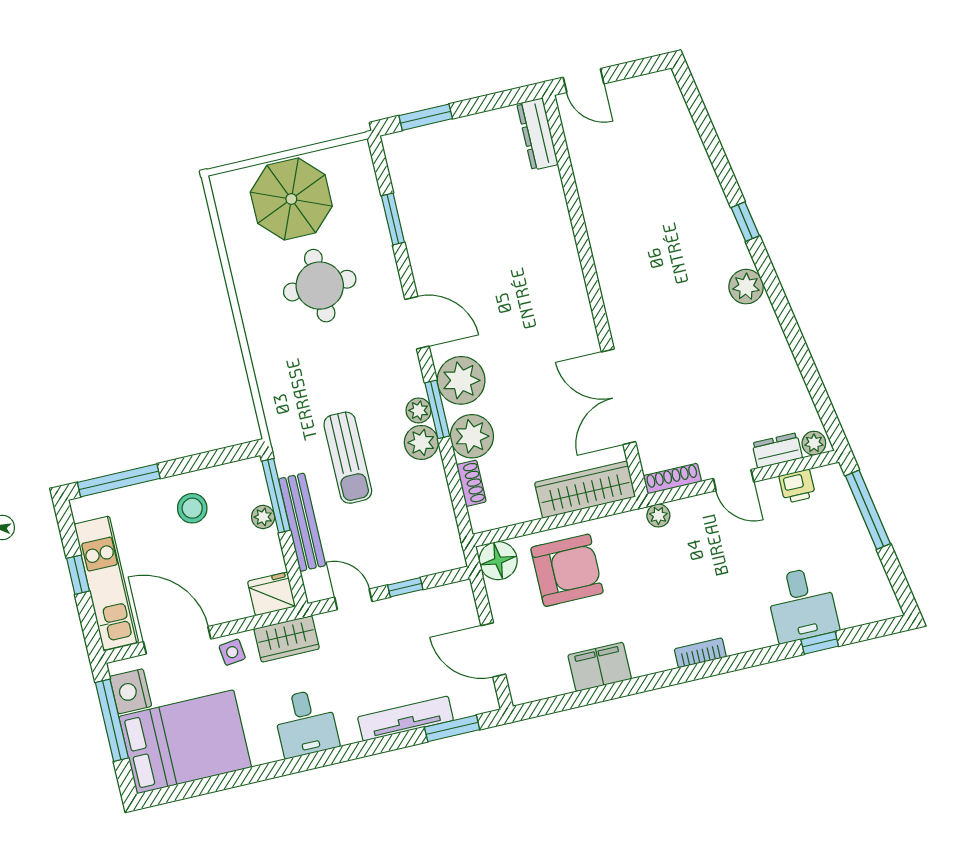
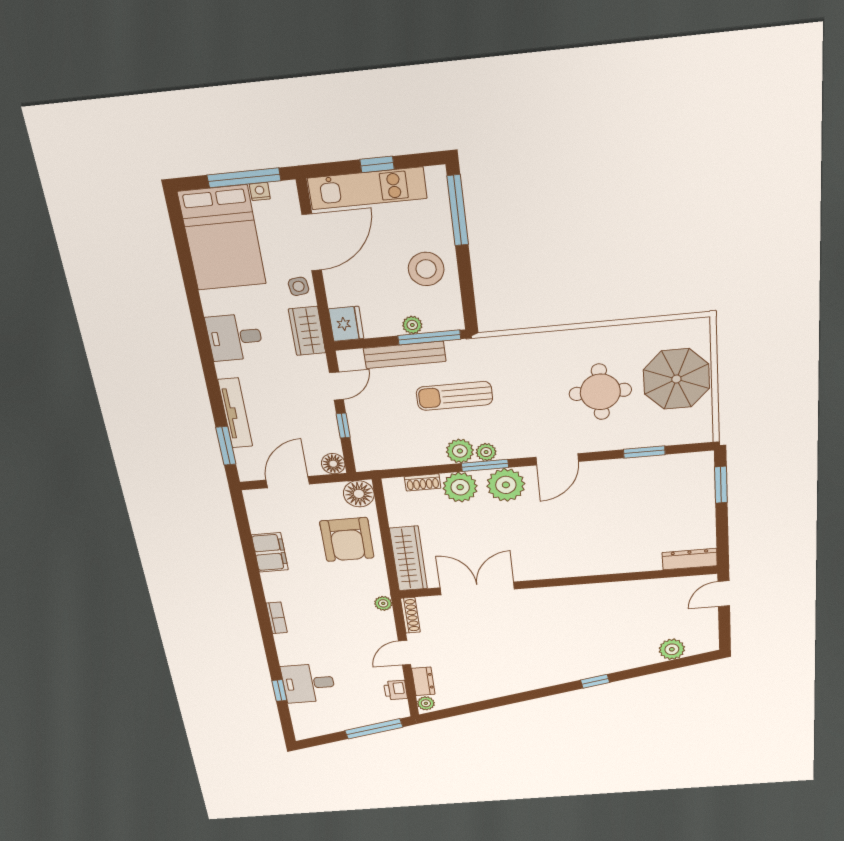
plant: (746, 287) -> (672, 649), moved
stool: (192, 508) -> (426, 269), width x1.38, depth x1.38
floor lamp: (460, 596) -> (333, 464), added
nightstand: (131, 691) -> (260, 191), width x0.53, depth x0.56

